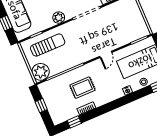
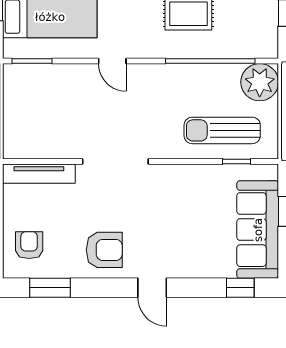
plant: (59, 18) -> (176, 177), removed
door: (106, 54) -> (112, 61), swing flipped

